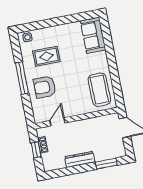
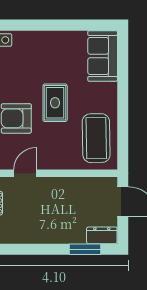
rug: (46, 56) -> (55, 103), moved, turned 90
dresser: (80, 159) -> (102, 235), moved, width x0.70

